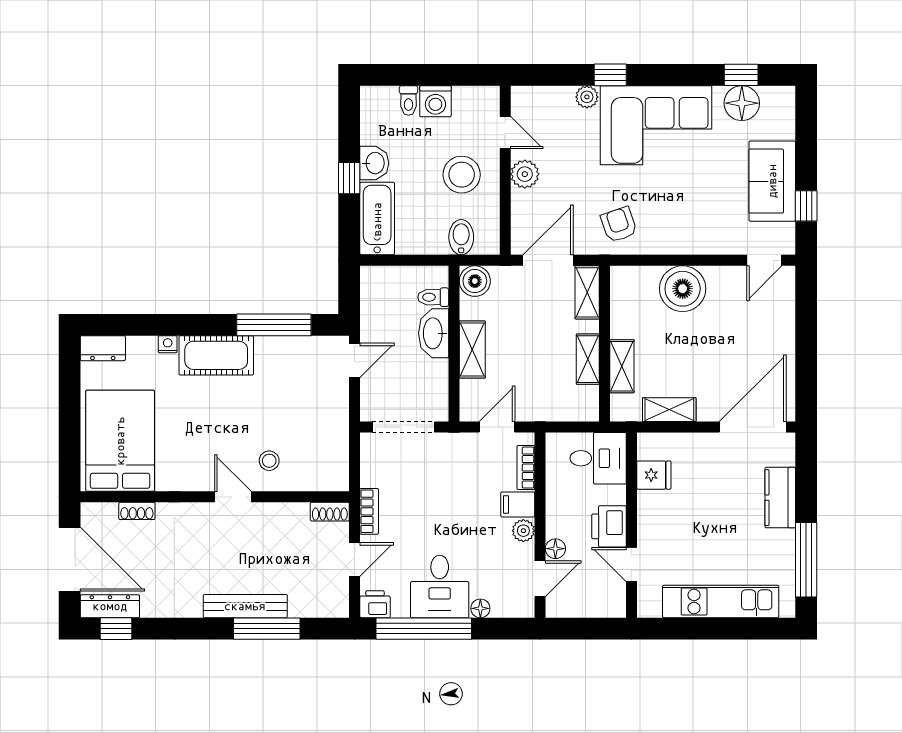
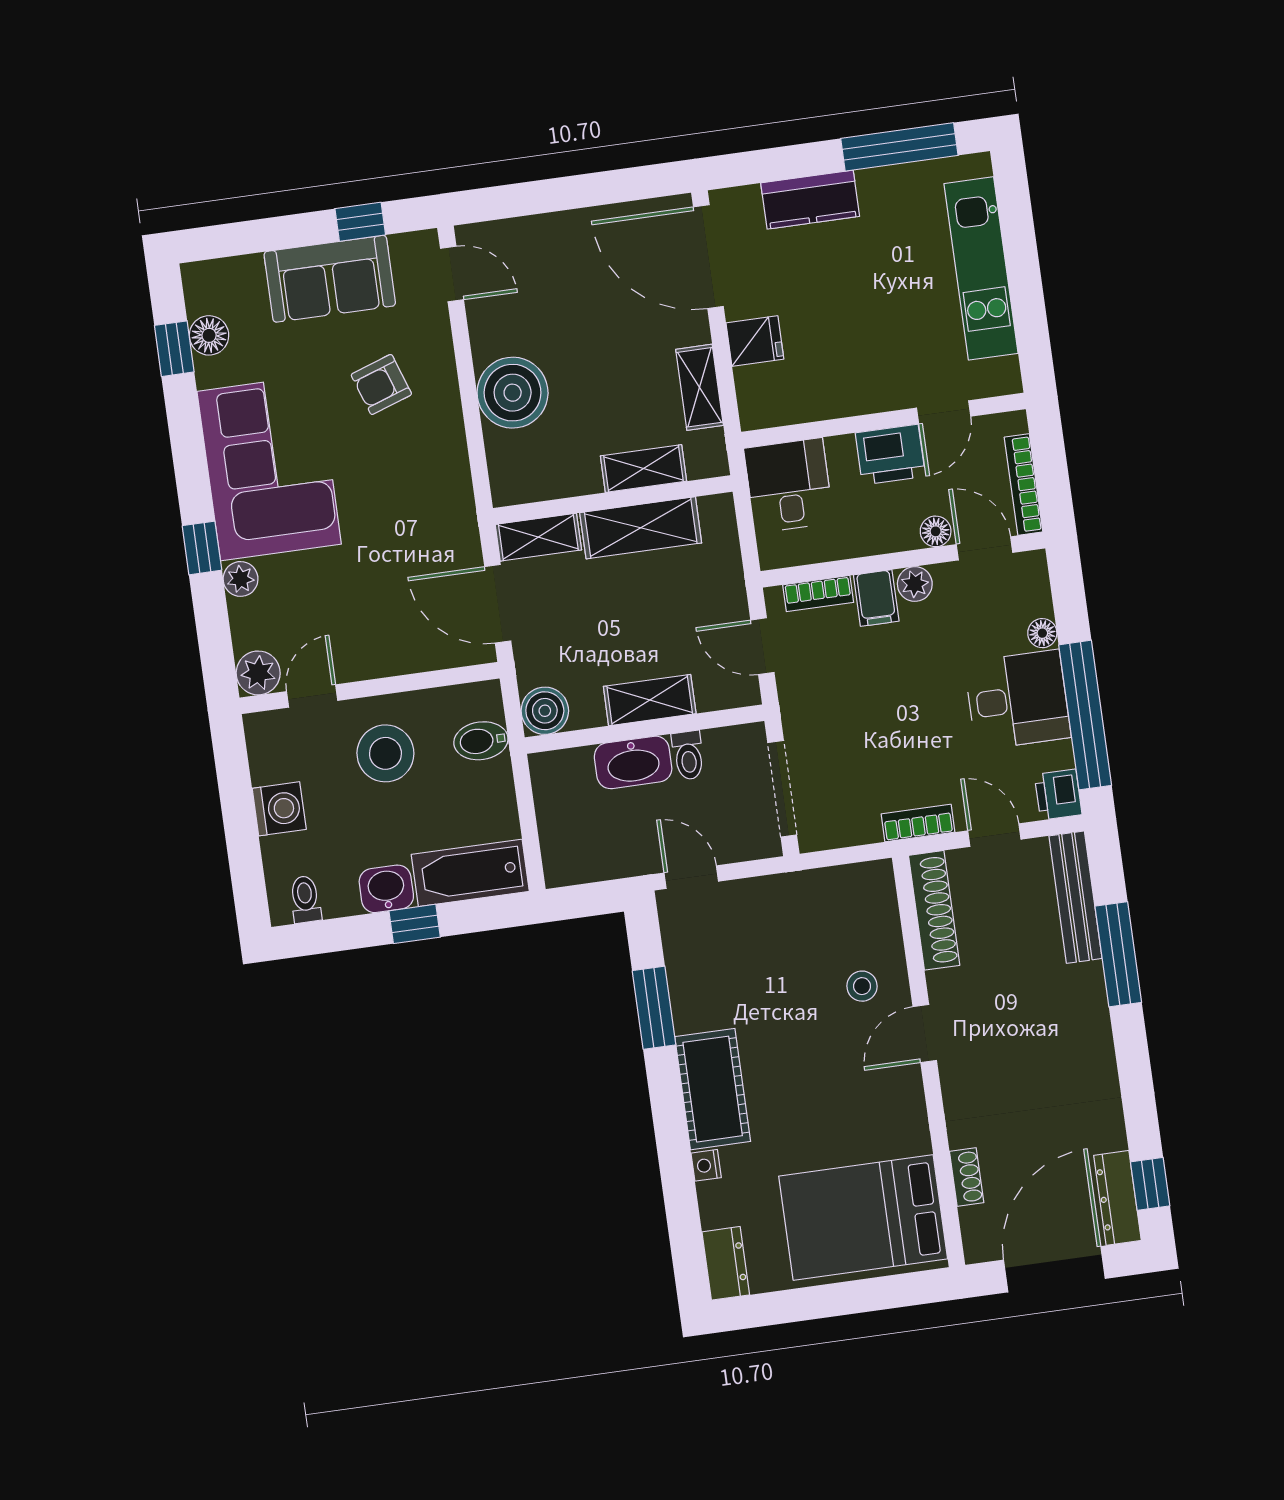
toilet: (409, 100) -> (305, 899), moved, turned -90
floor lamp: (742, 103) -> (209, 335), width x0.73, depth x0.73
plant: (525, 174) -> (258, 673), moved
armchair: (619, 225) -> (381, 384), moved
toilet: (433, 297) -> (688, 755), moved
window: (274, 325) -> (654, 1008), width x0.69
shelving: (588, 359) -> (641, 528), width x1.50, depth x1.33
fridge: (654, 475) -> (755, 341), moved, turned 90
shoe rack: (330, 512) -> (934, 910), width x1.94, depth x1.24
bench: (245, 606) -> (1075, 897), moved
bookcase: (578, 610) -> (1024, 485), added

